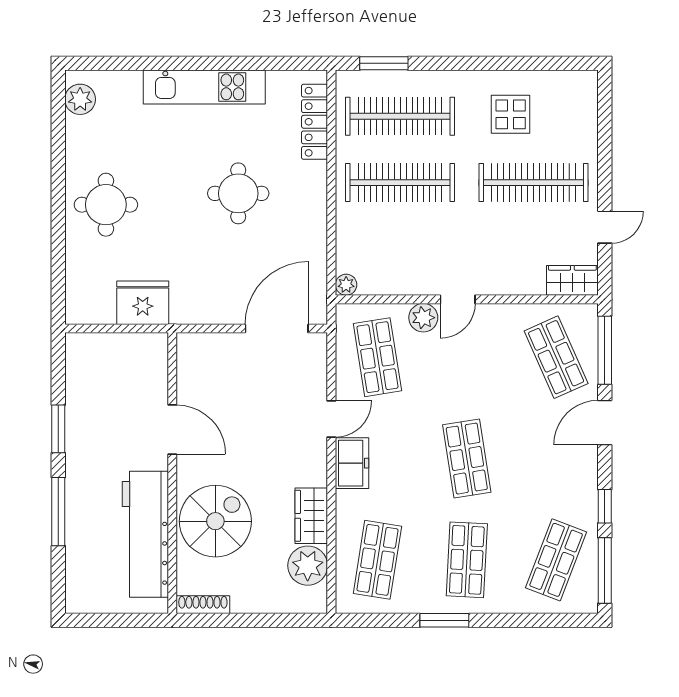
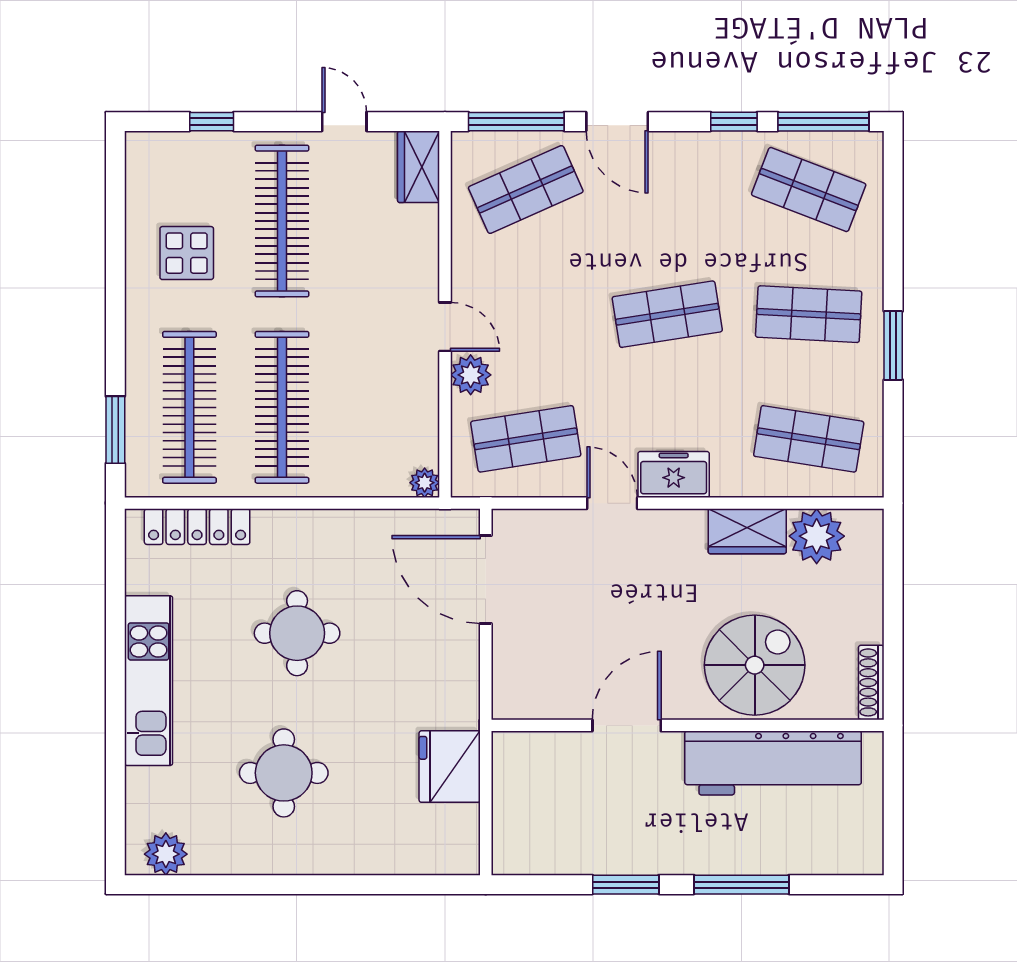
window: (605, 132) -> (212, 122), added
round table: (106, 205) -> (284, 773), moved
spiral stairs: (215, 521) -> (755, 665), turned 90

